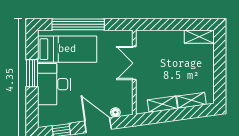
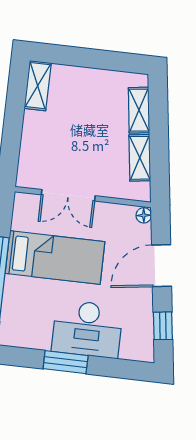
bed: (67, 49) -> (55, 258), moved, turned 90
floor lamp: (115, 112) -> (144, 215), moved

